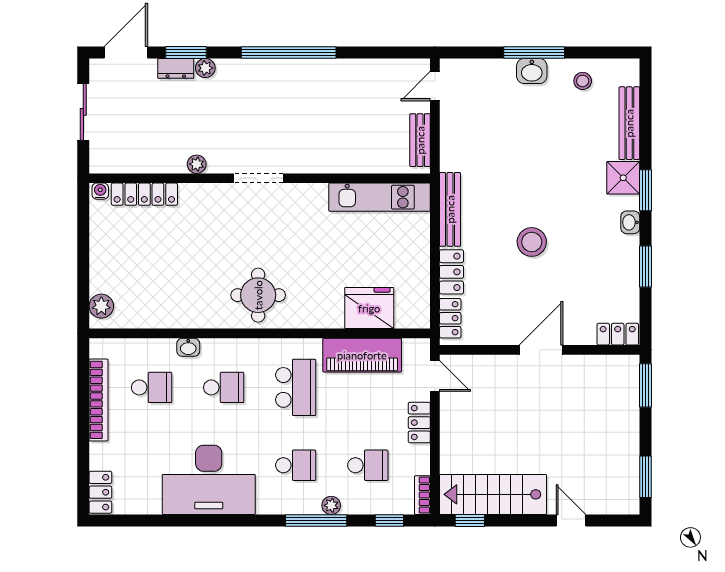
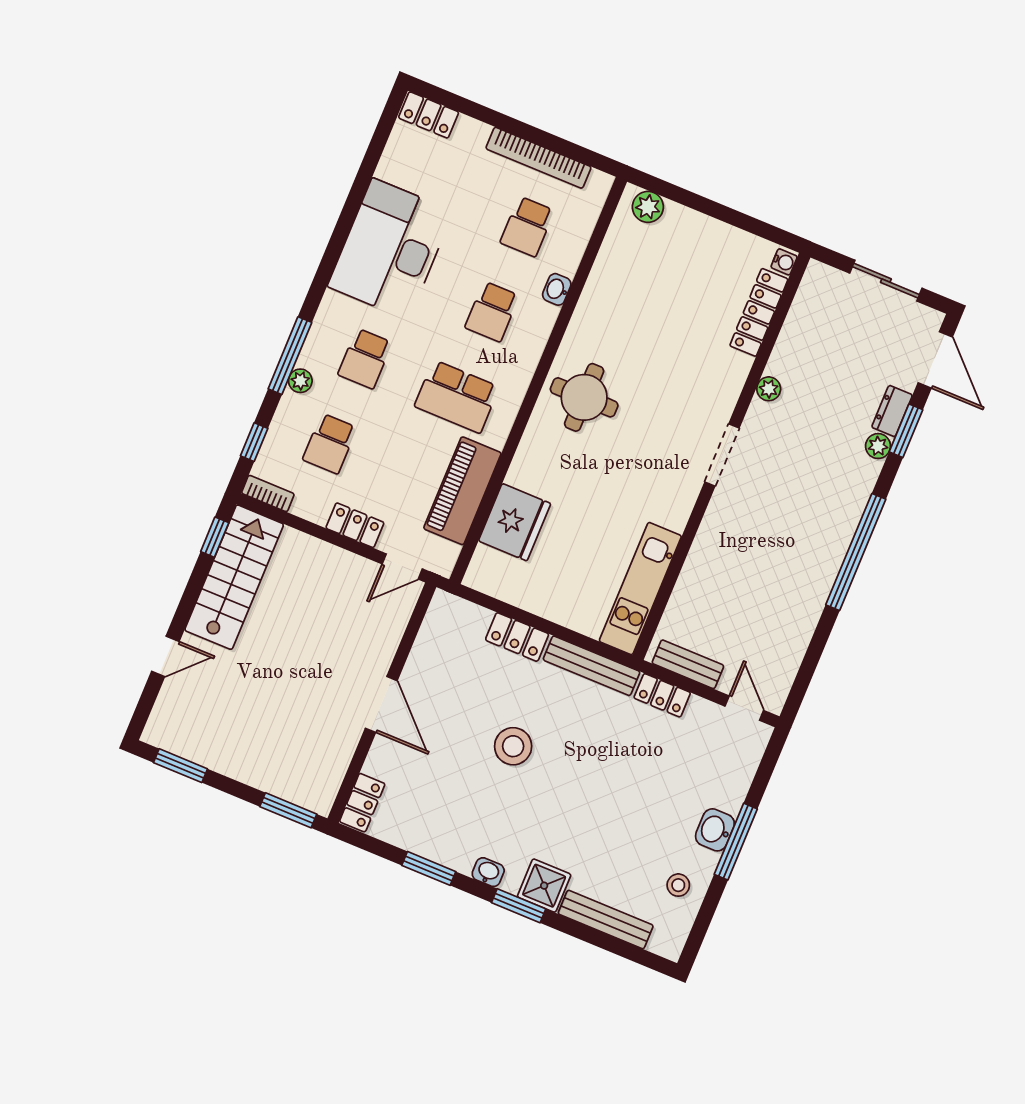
locker: (450, 318) -> (662, 695), moved

